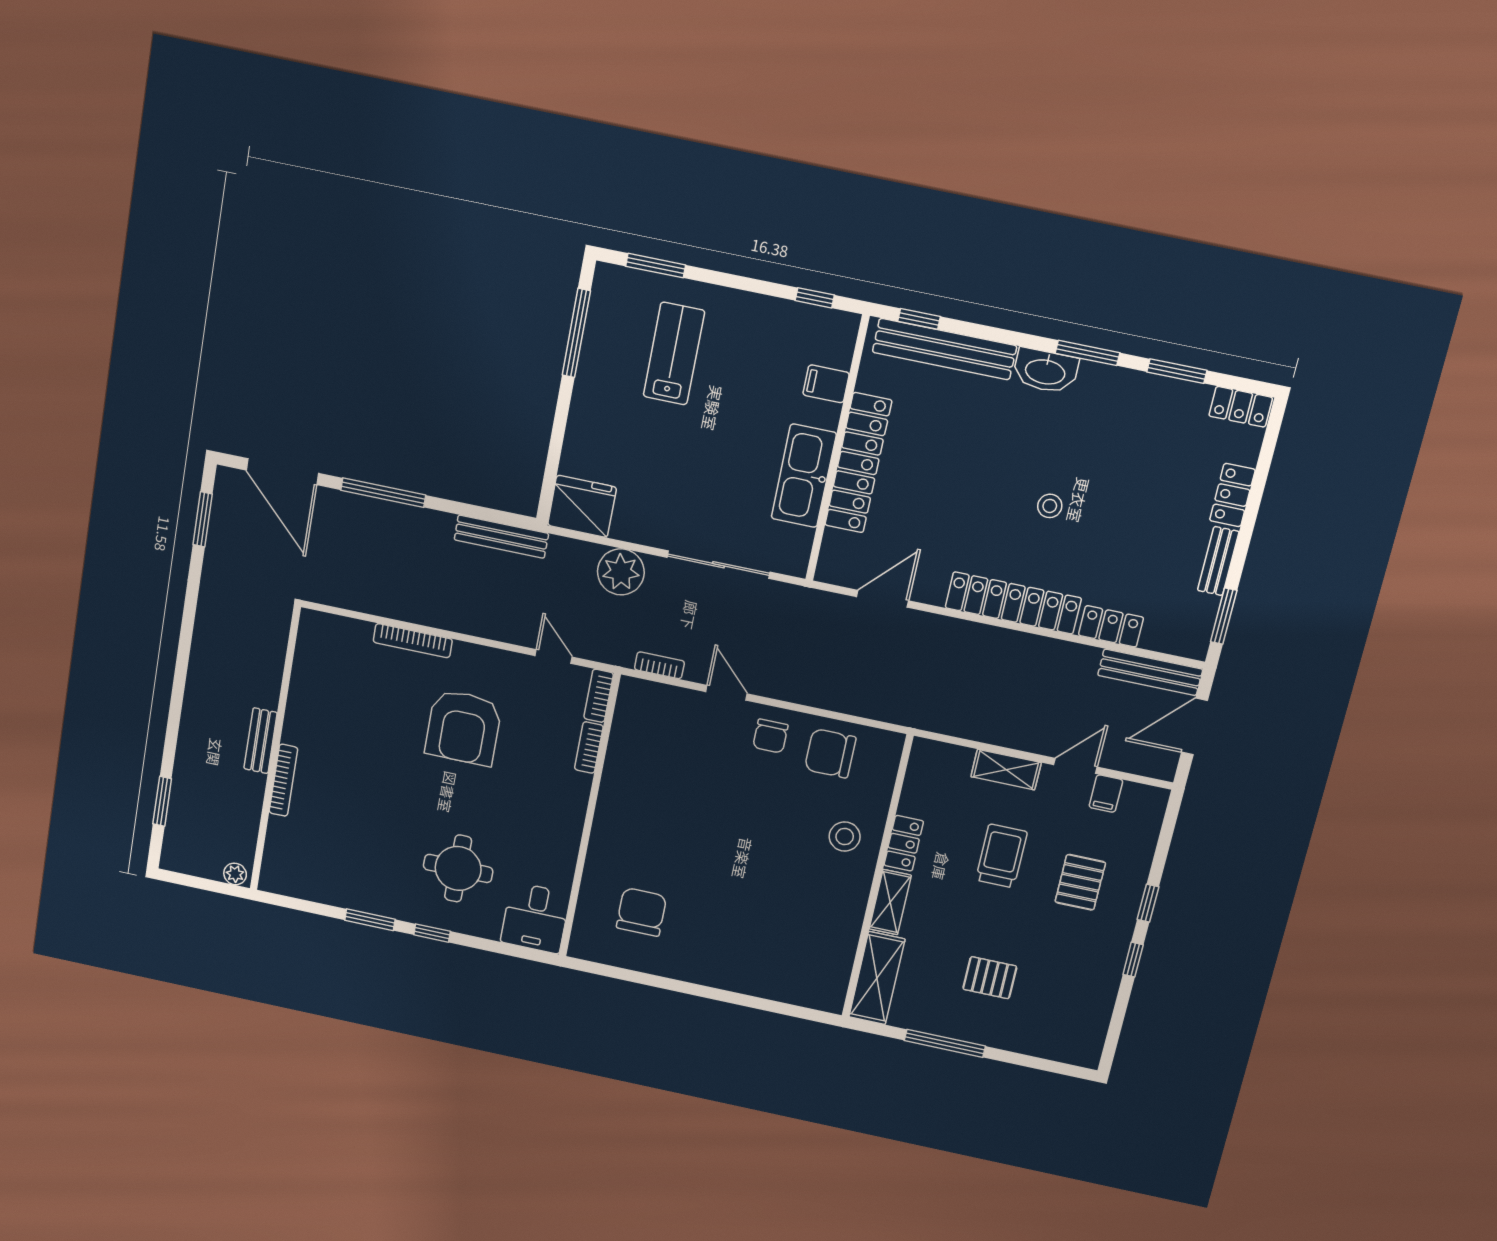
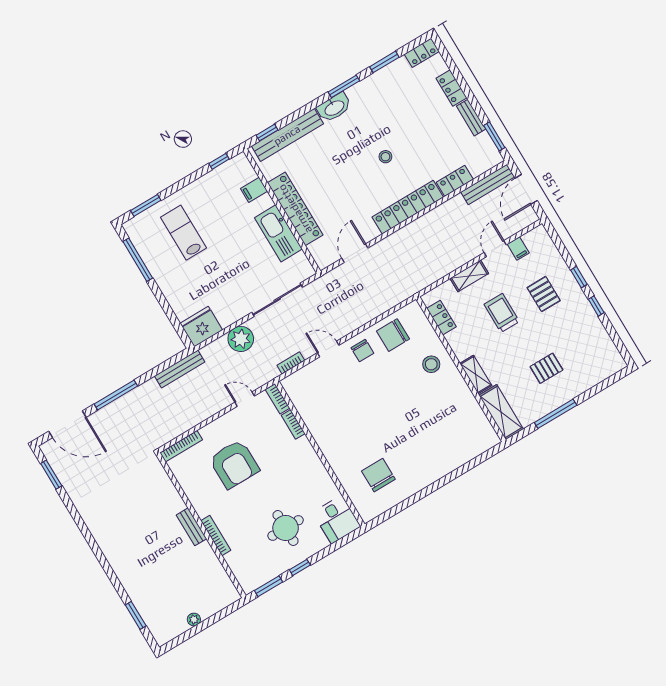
bench: (261, 741) -> (191, 527), moved
wall: (275, 750) -> (201, 525), moved
bookcase: (283, 780) -> (216, 536), moved
locker: (904, 843) -> (441, 318), moved

